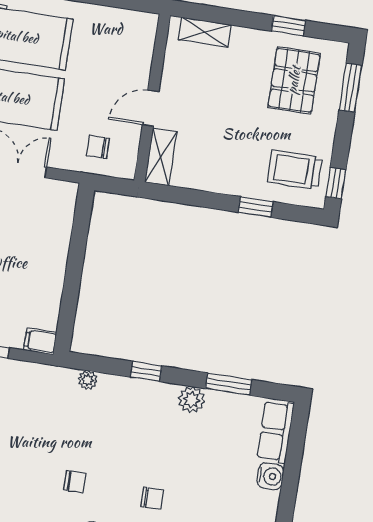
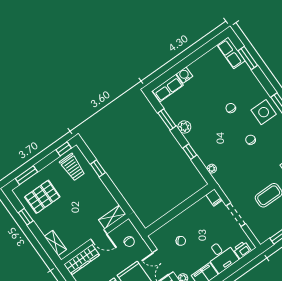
wardrobe: (140, 48) -> (82, 260), added
chair: (23, 227) -> (181, 241), added

